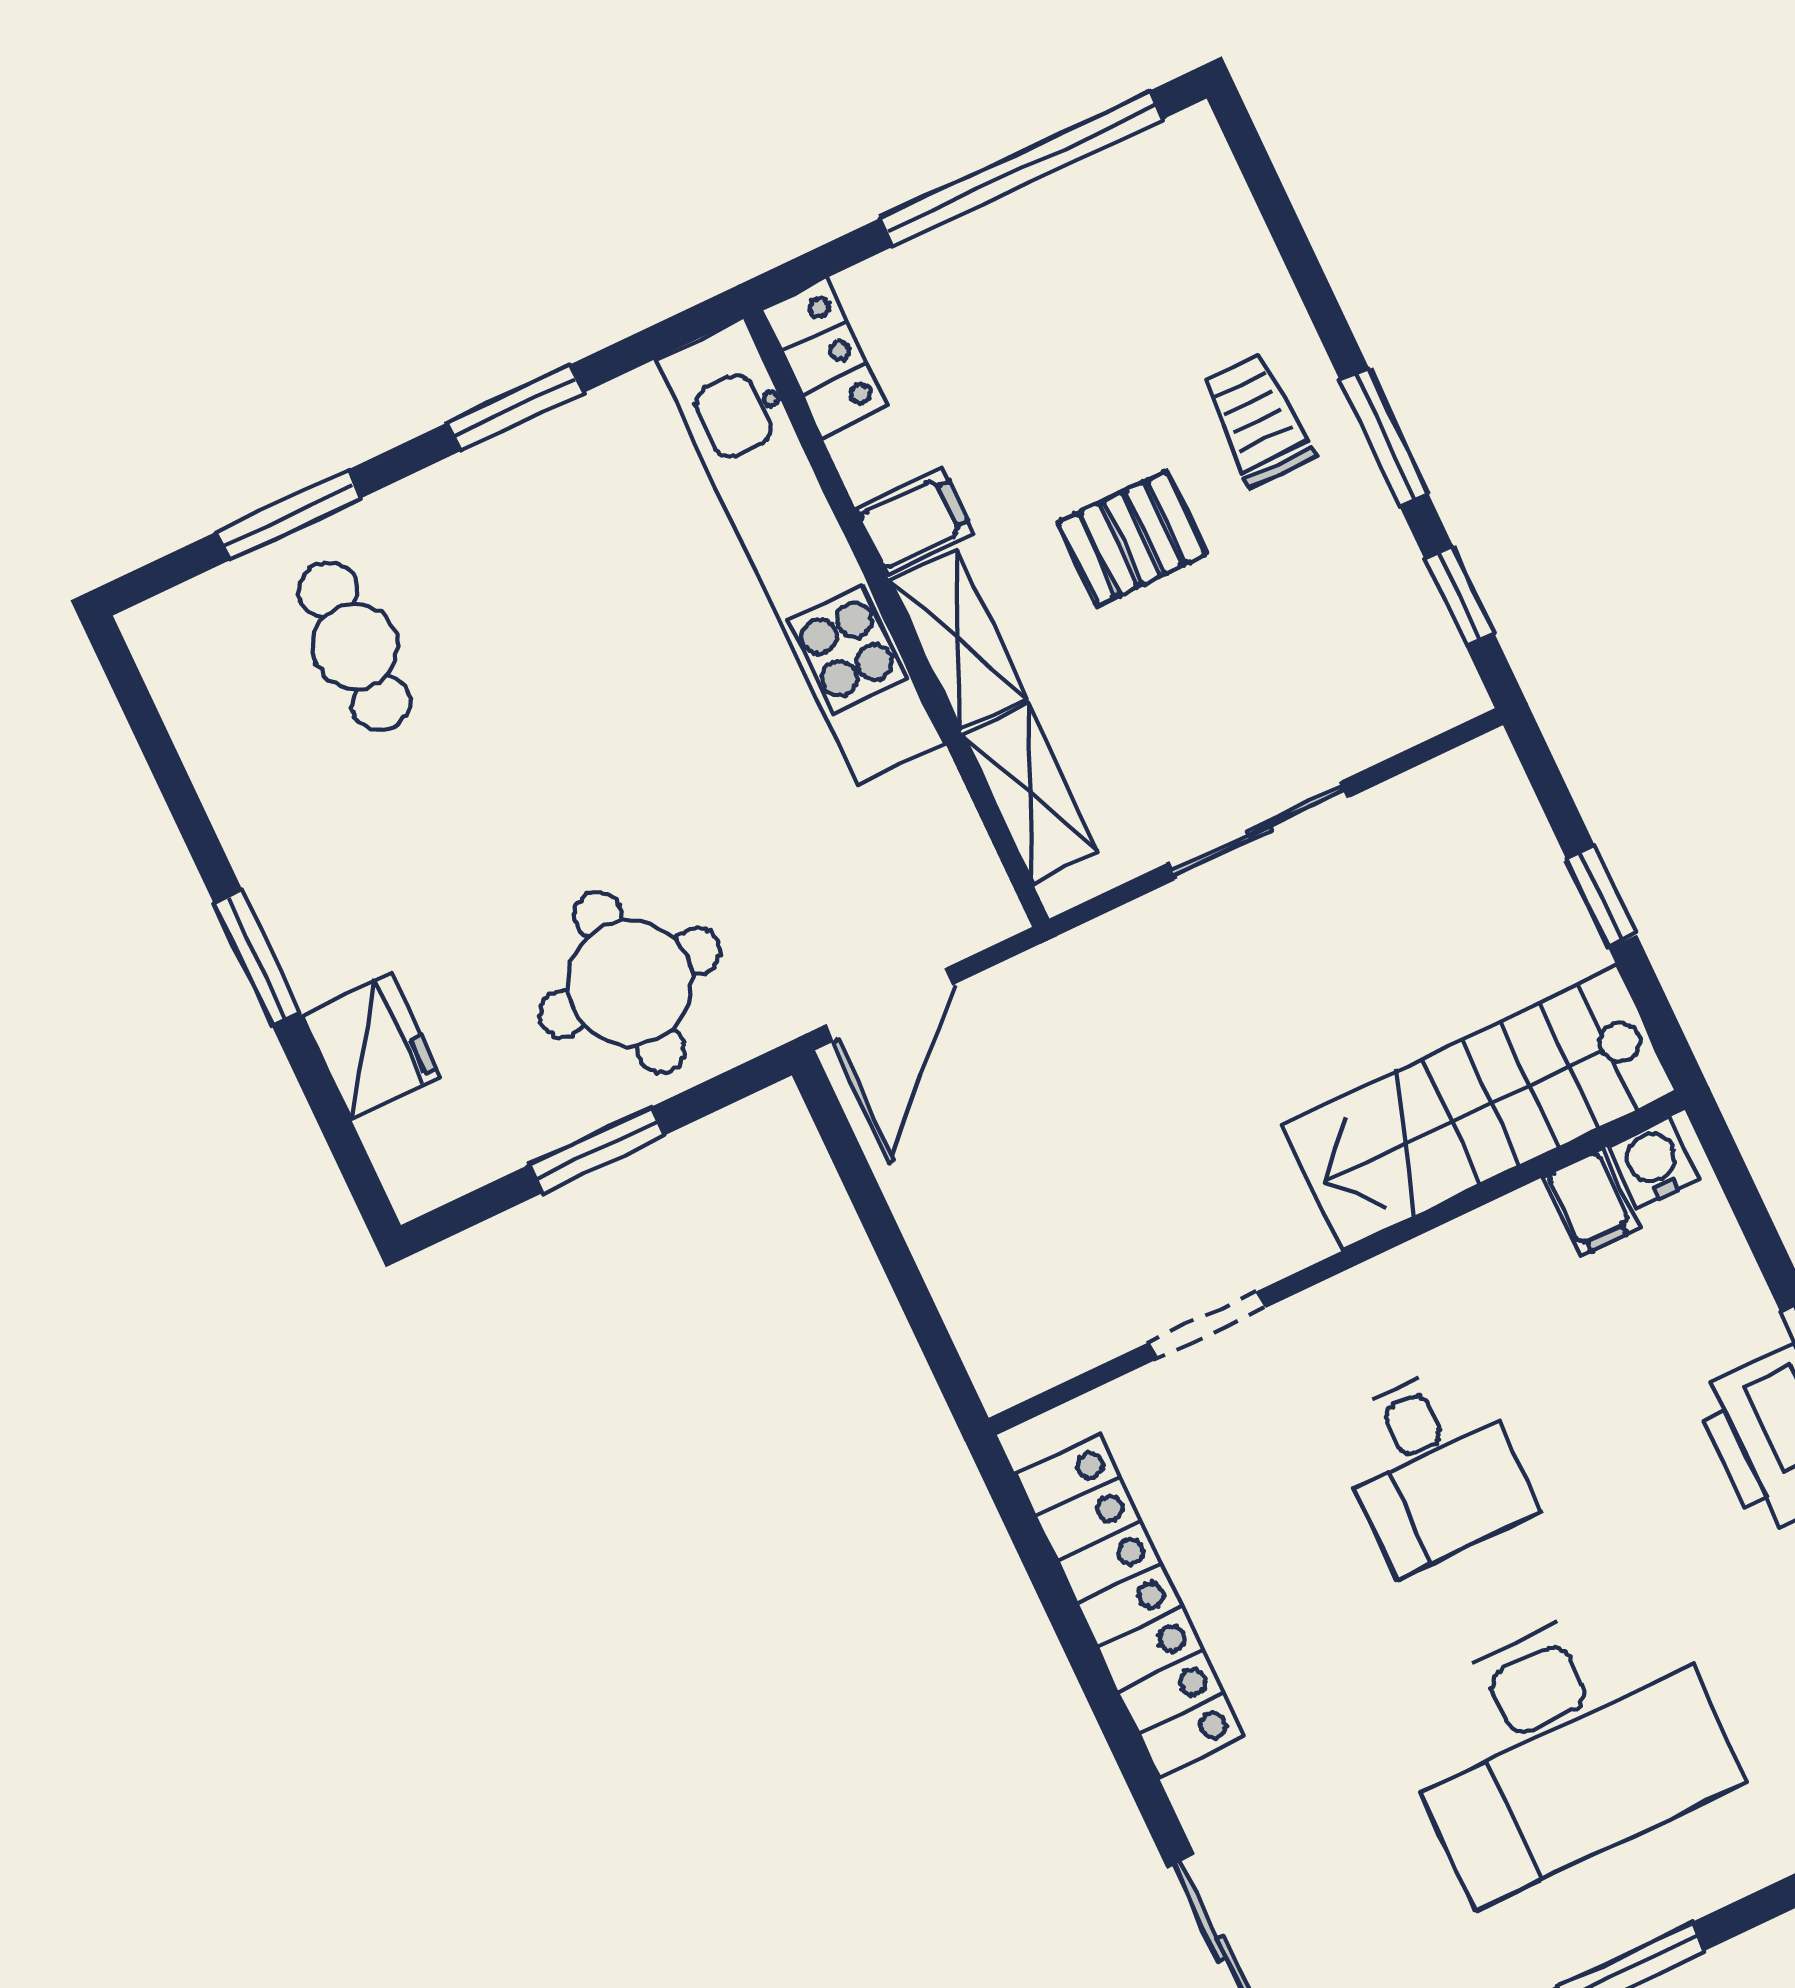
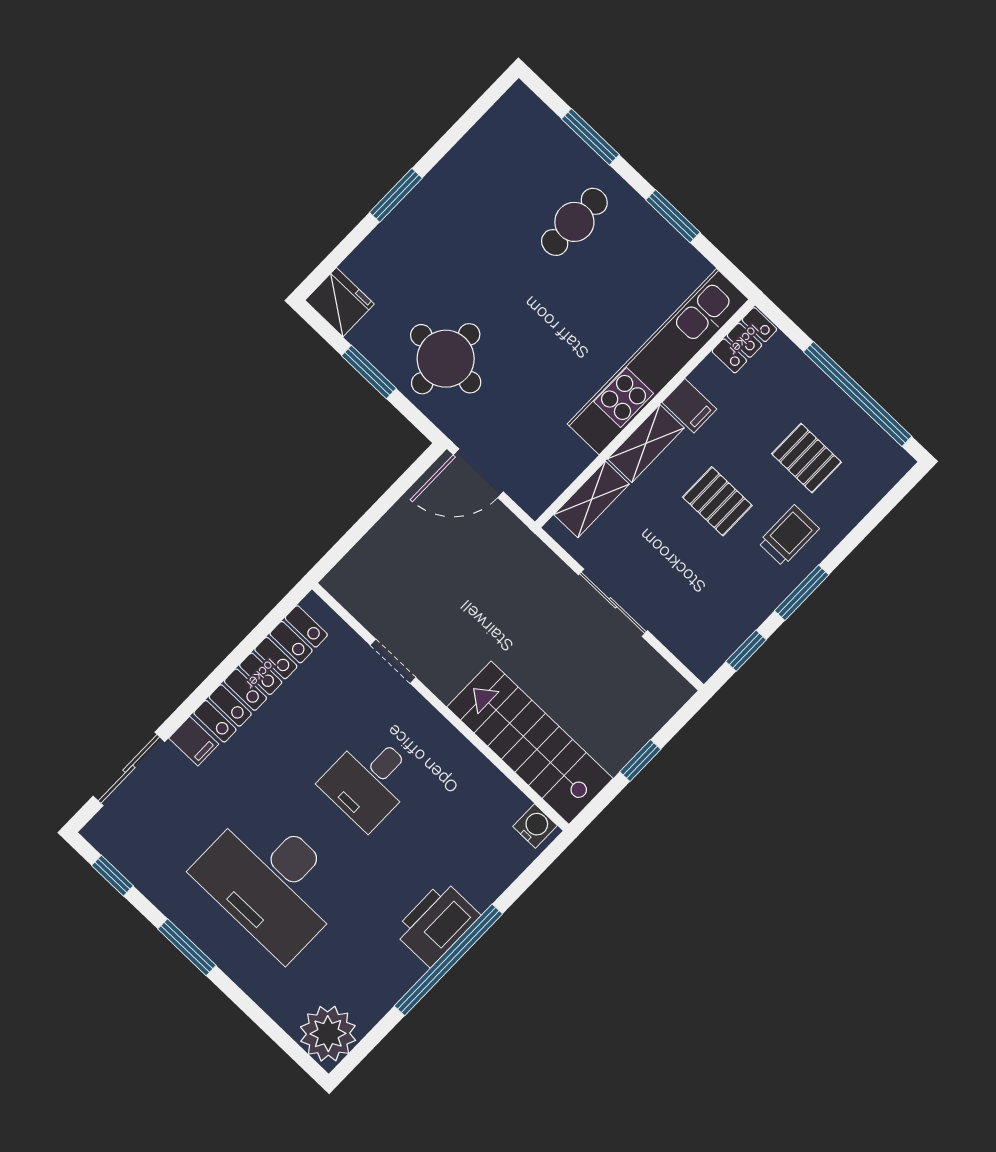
pallet: (1113, 323) -> (807, 458), added
cafe table: (355, 646) -> (574, 222), moved
fridge: (371, 1046) -> (340, 302), moved, turned -90
filing cabinet: (1591, 1203) -> (194, 741), moved, turned -90

